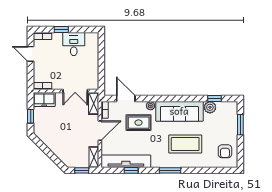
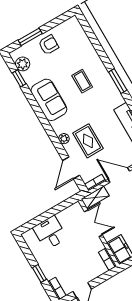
desk: (74, 44) -> (50, 233), moved, turned 90
plant: (210, 107) -> (23, 64), moved
sofa: (179, 111) -> (49, 100), width x0.73
coffee table: (185, 144) -> (82, 81), width x0.54, depth x0.58
armchair: (225, 151) -> (49, 45), moved

